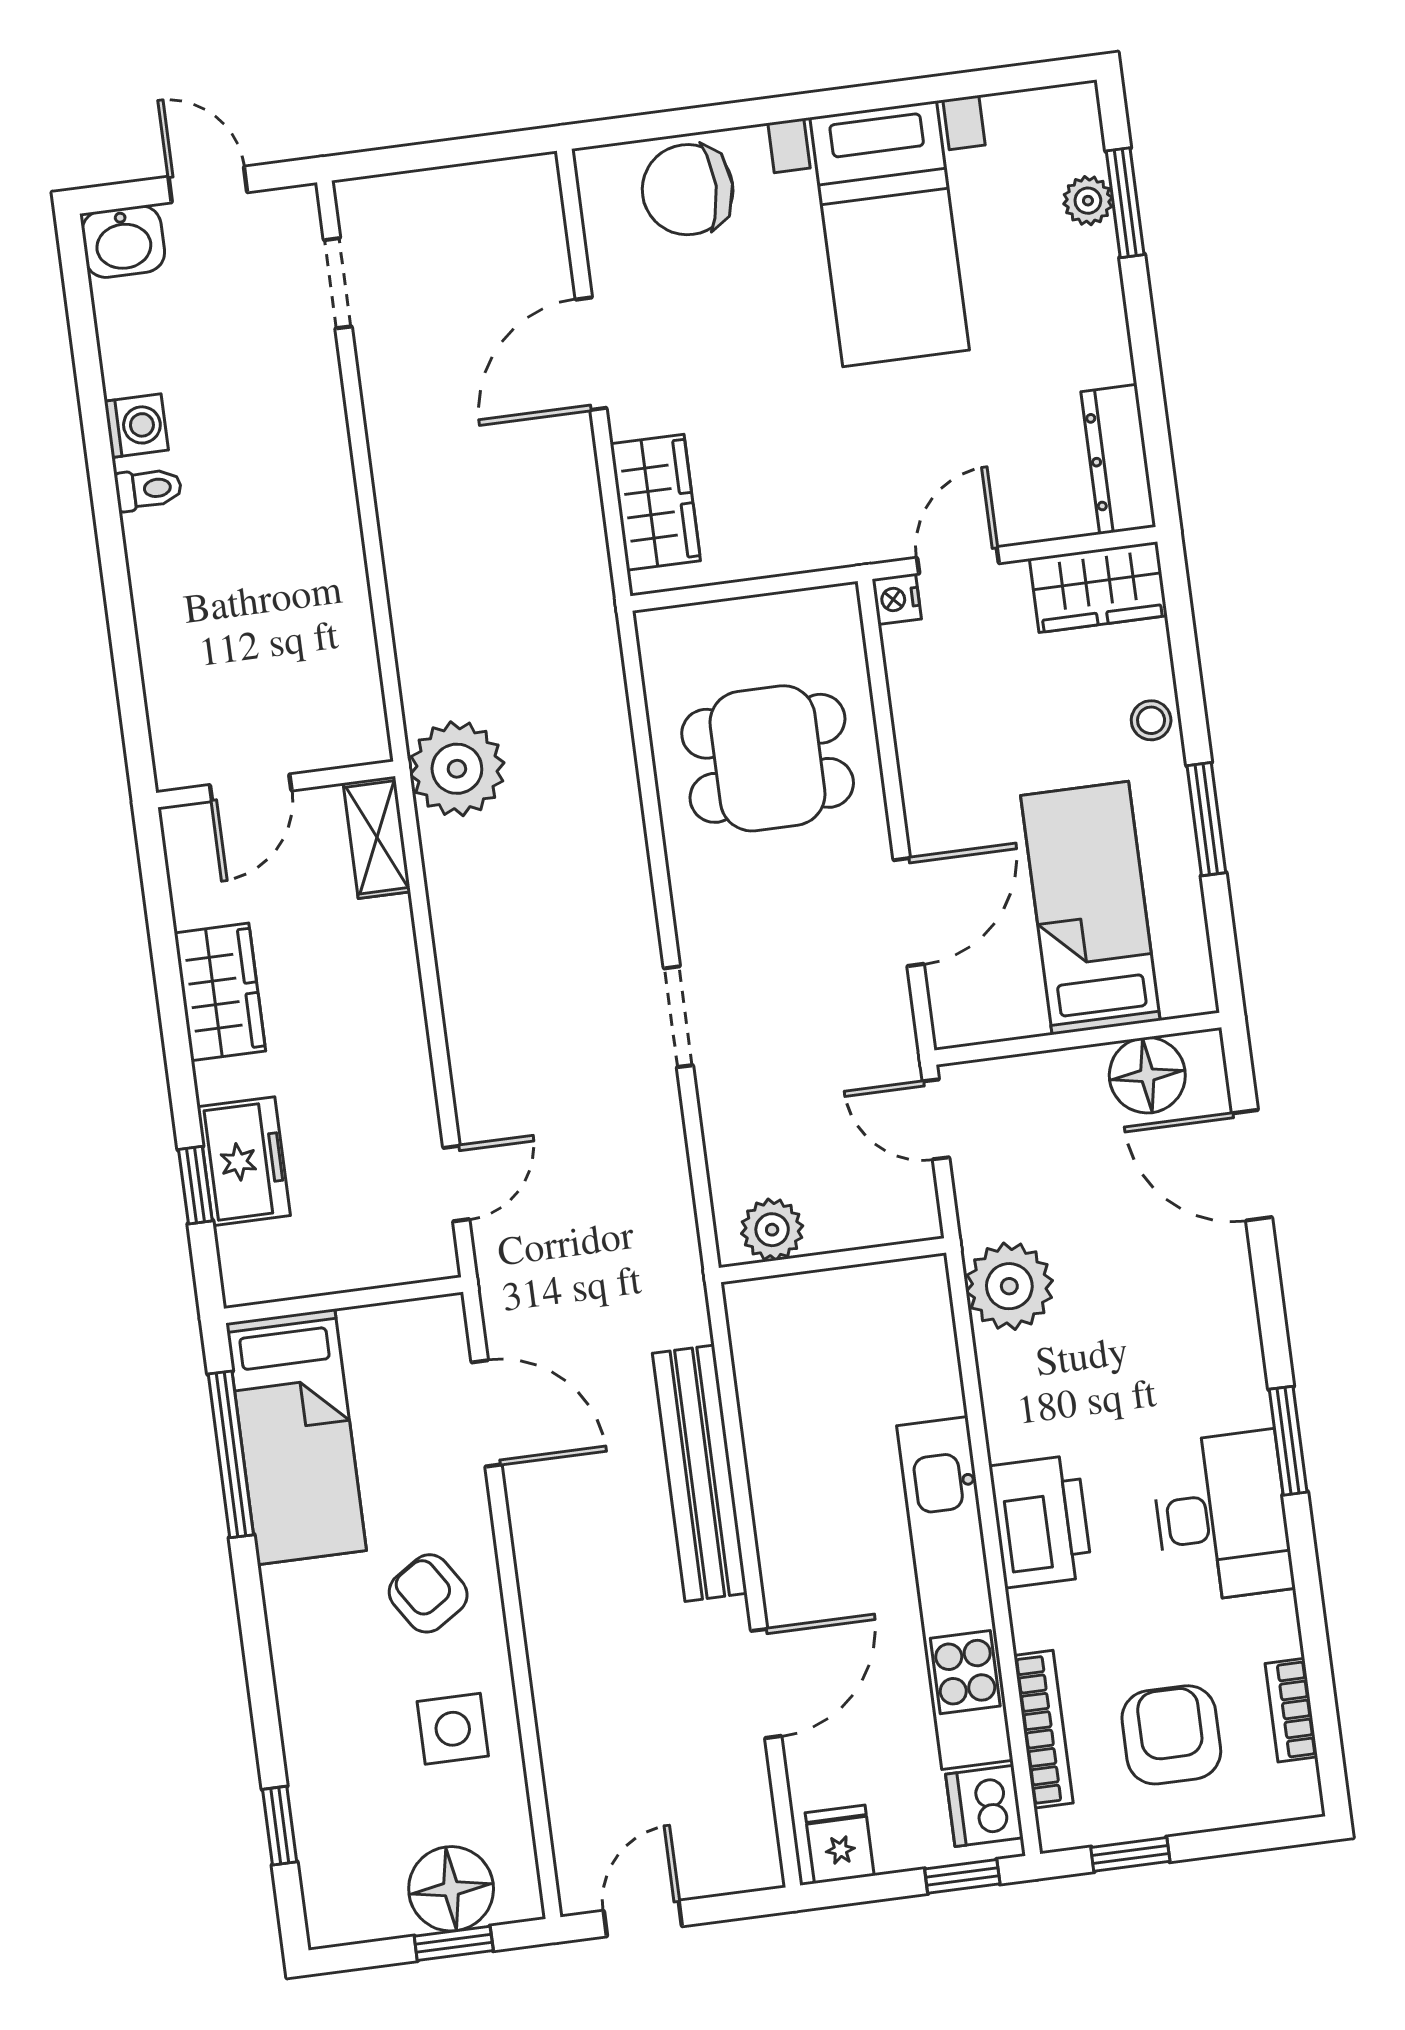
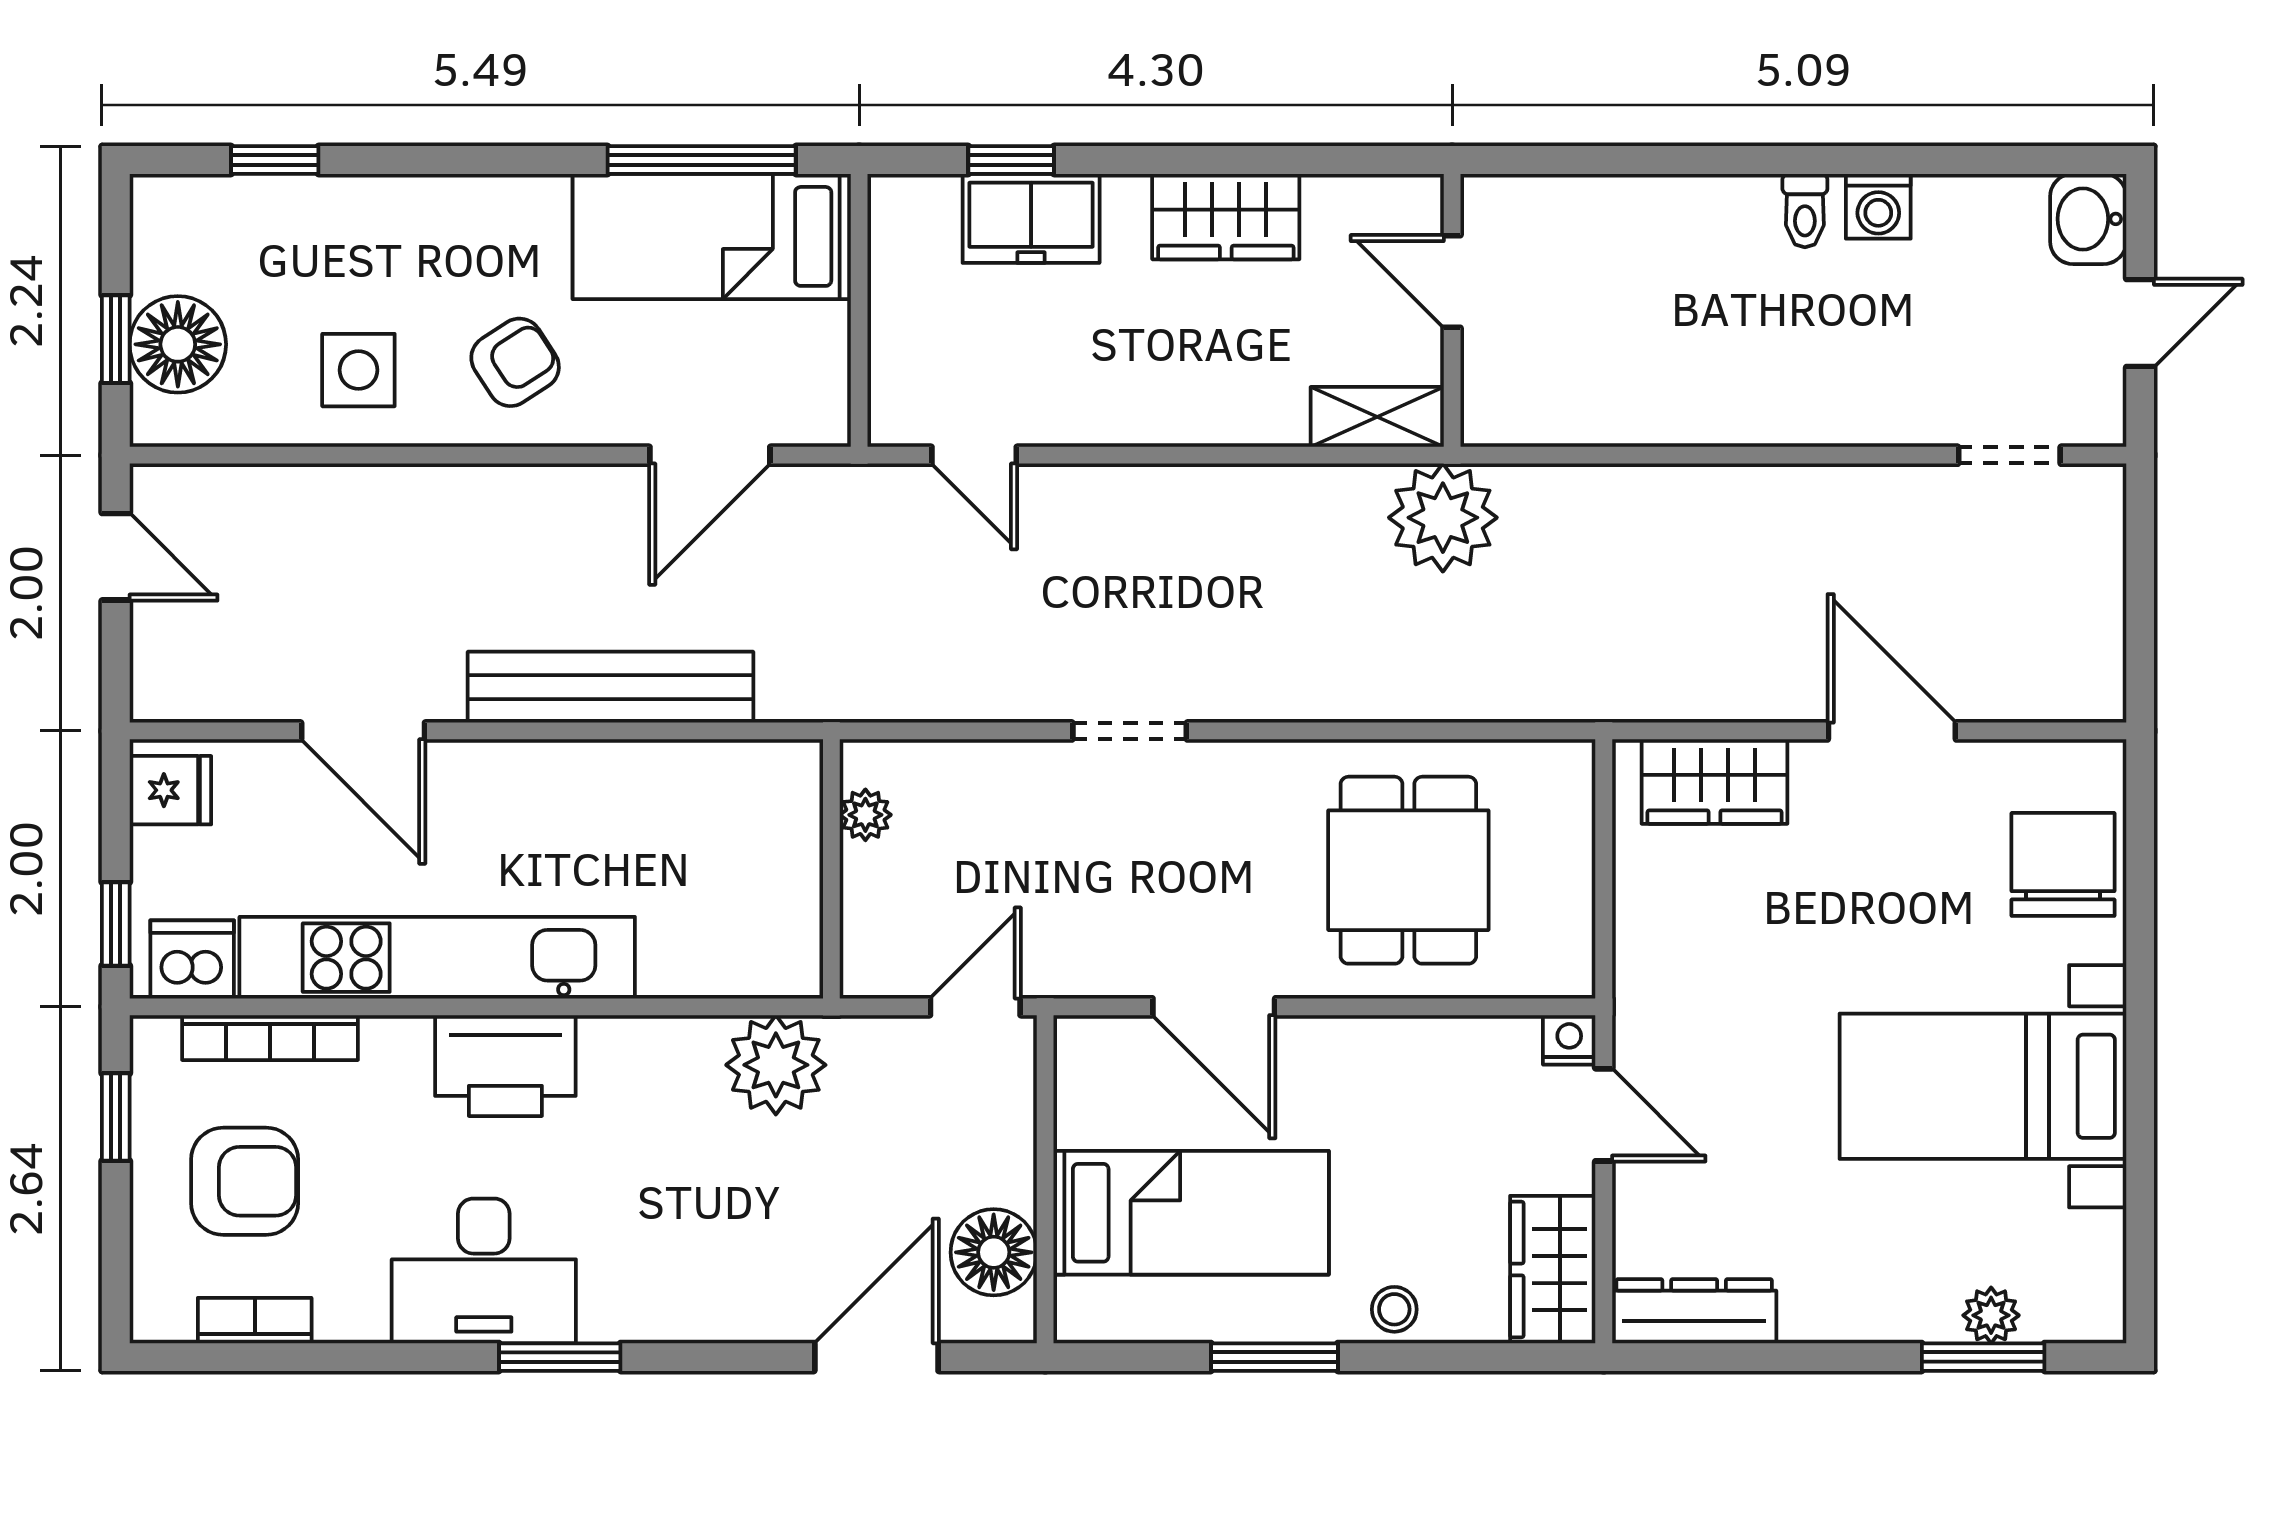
plant: (772, 1230) -> (865, 815), width x0.73, depth x0.73

